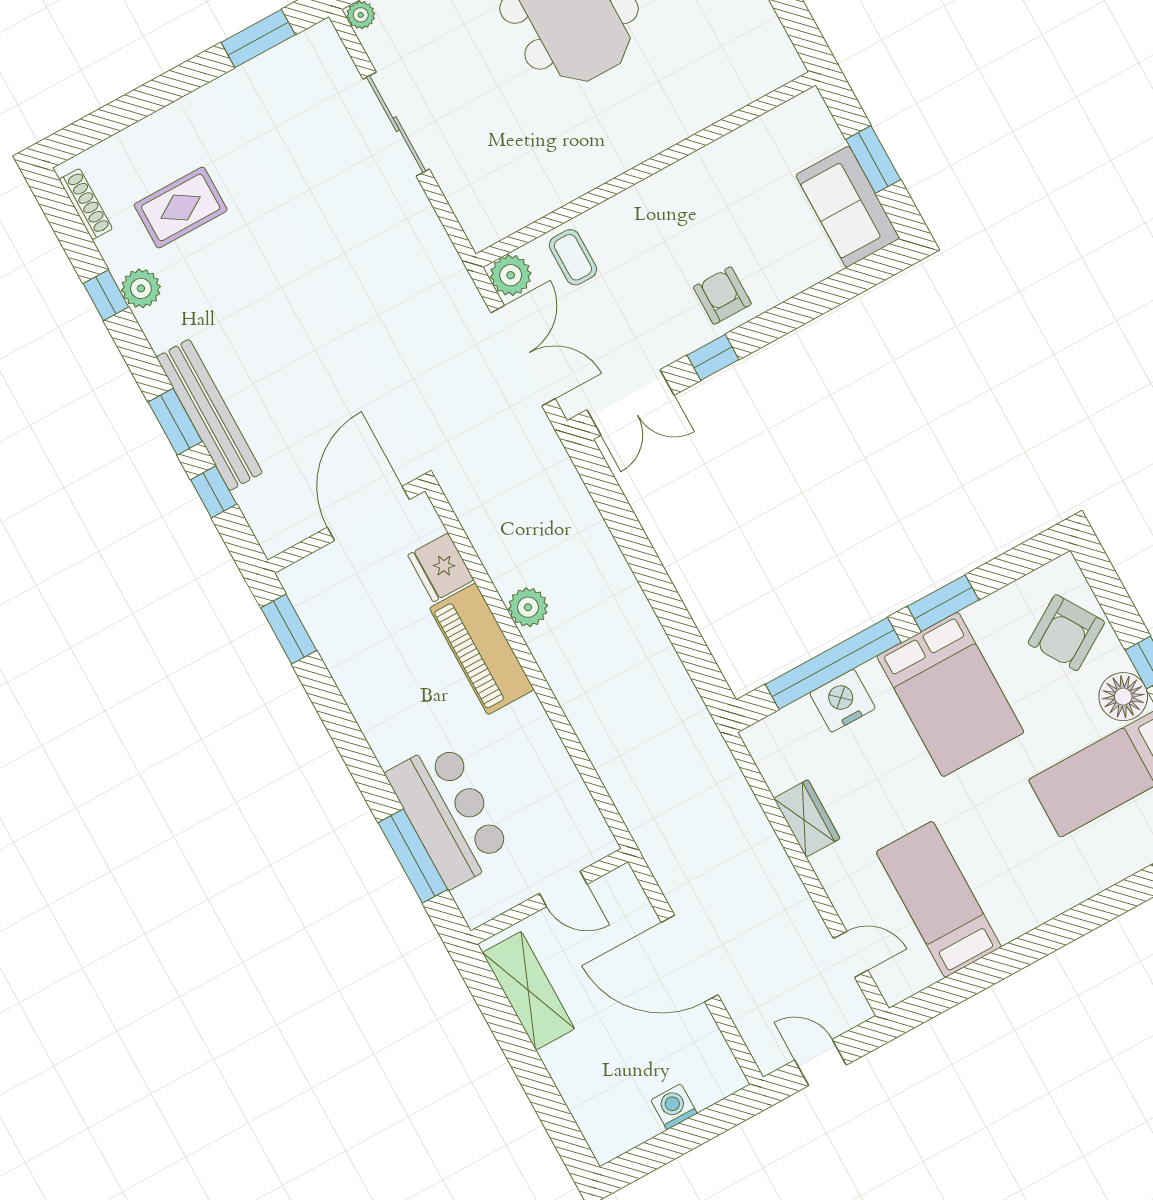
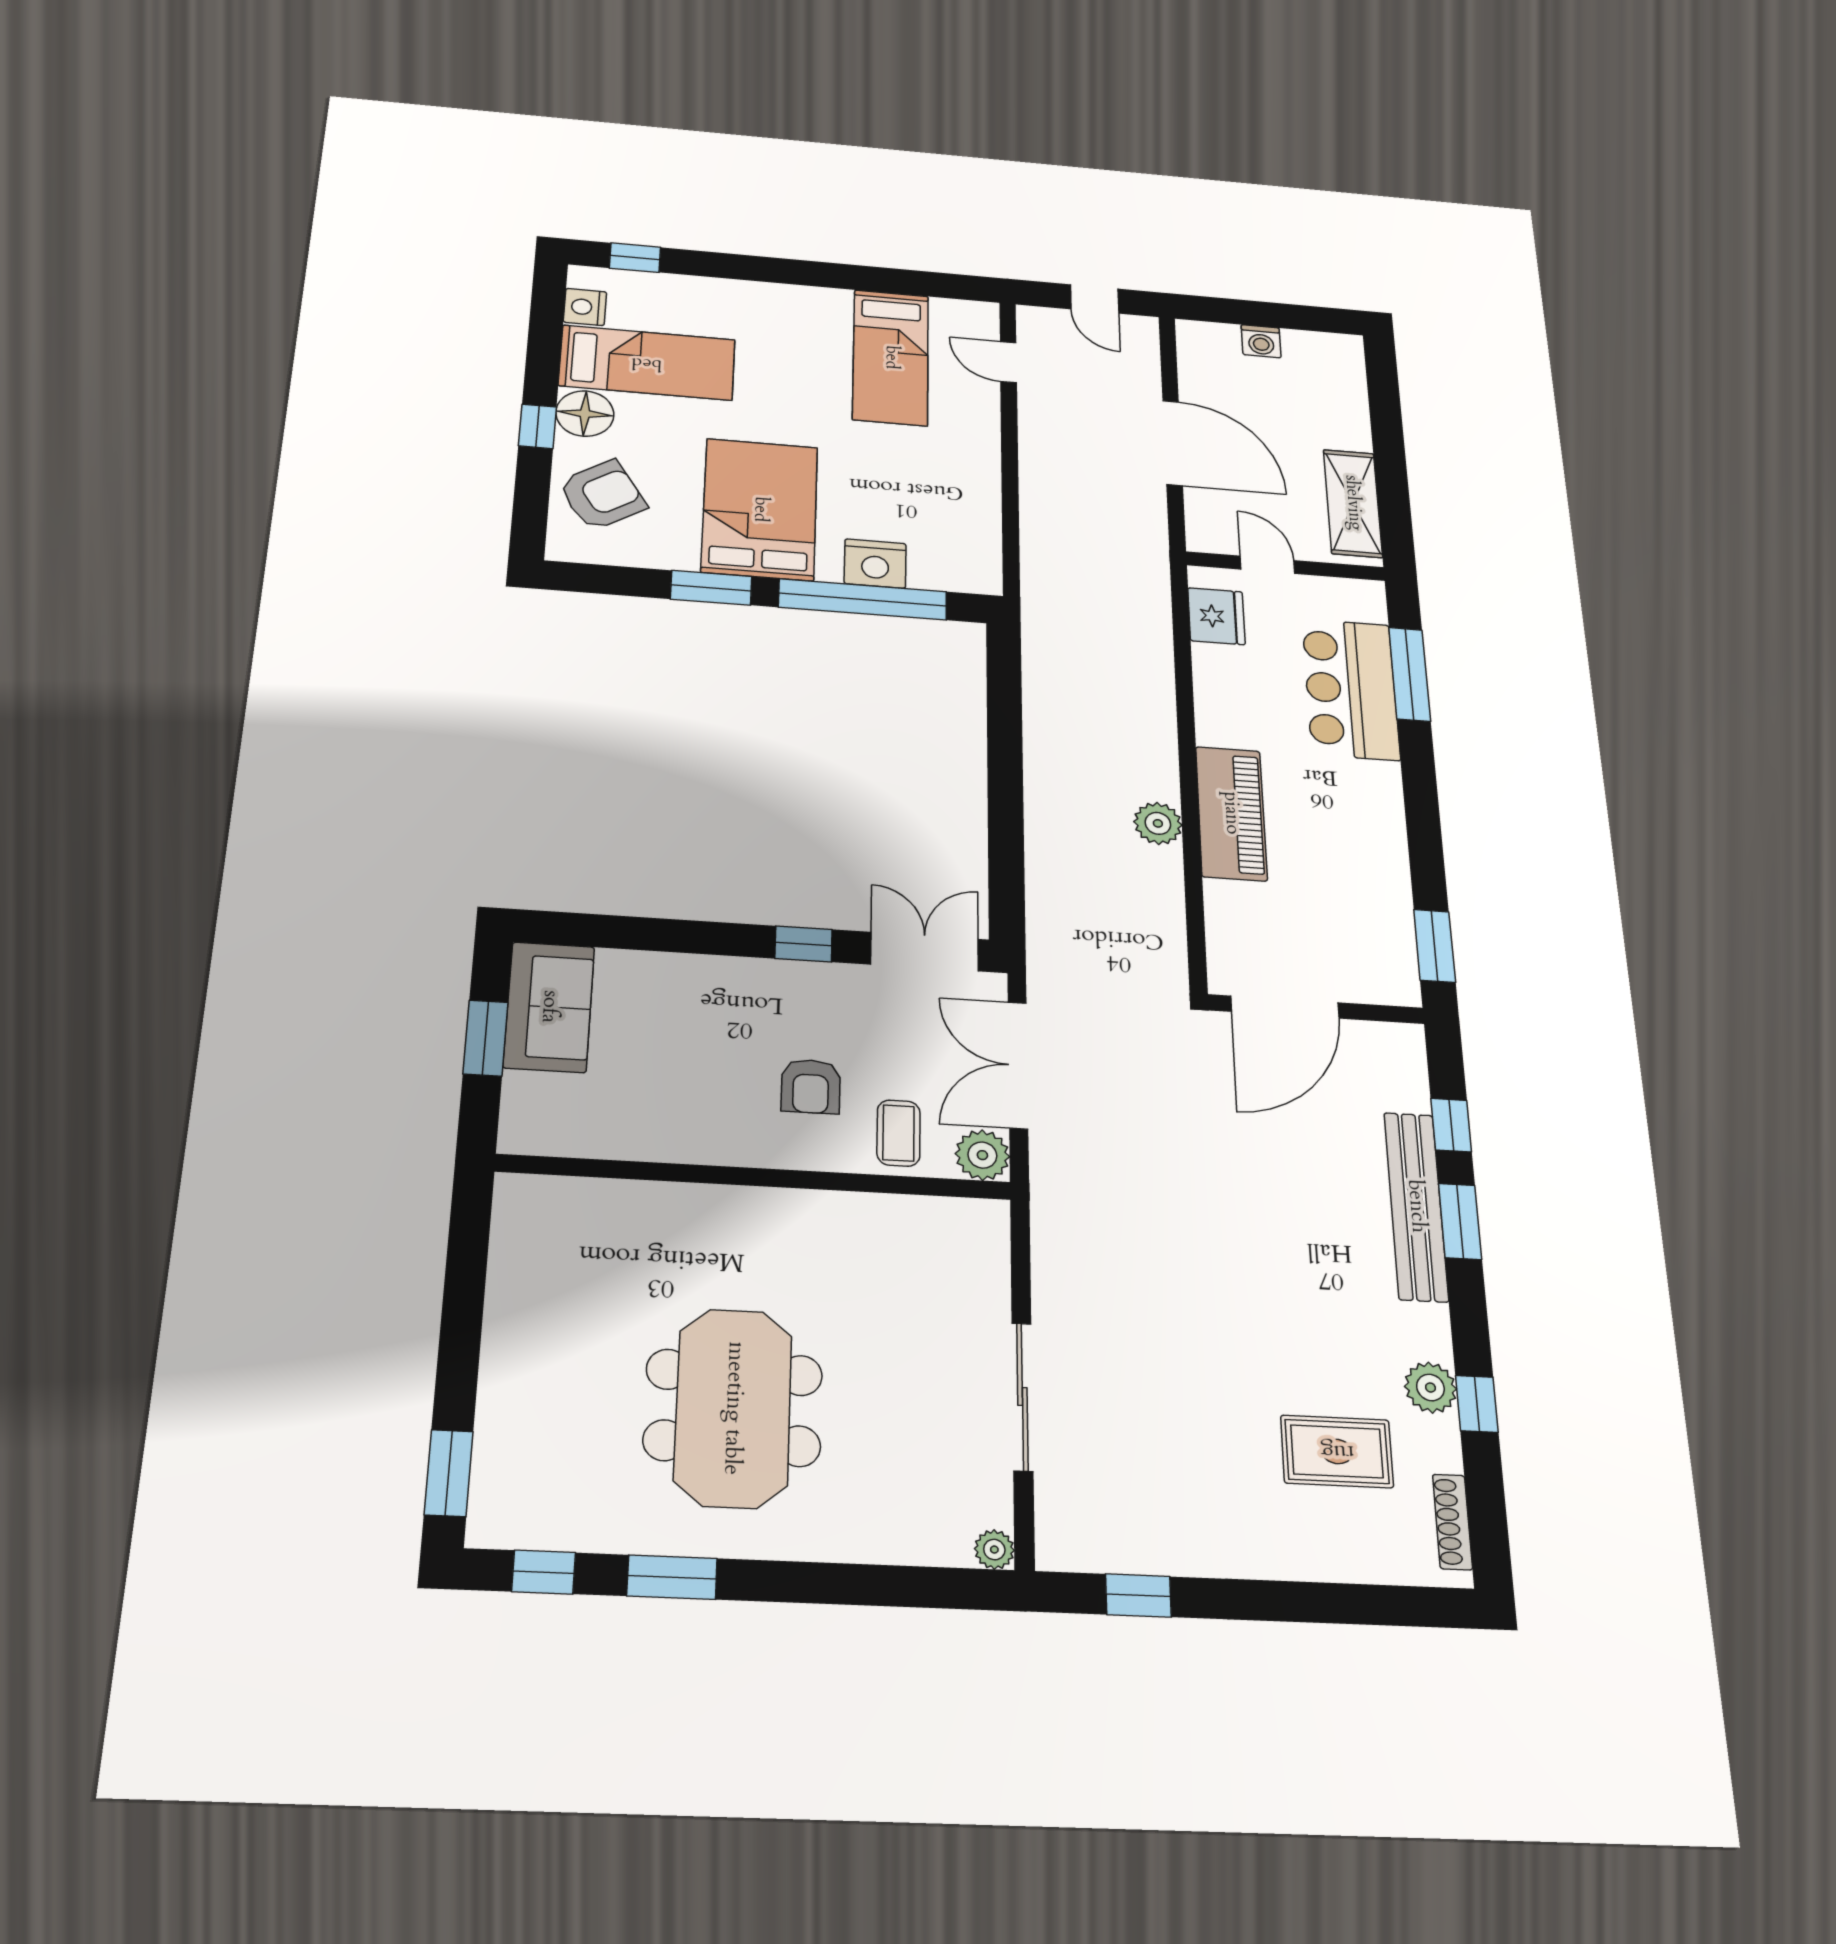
window: (258, 39) -> (1138, 1595), width x0.67
armchair: (722, 295) -> (811, 1086), moved
fridge: (441, 567) -> (1216, 616), moved
wardrobe: (807, 818) -> (979, 489), removed

